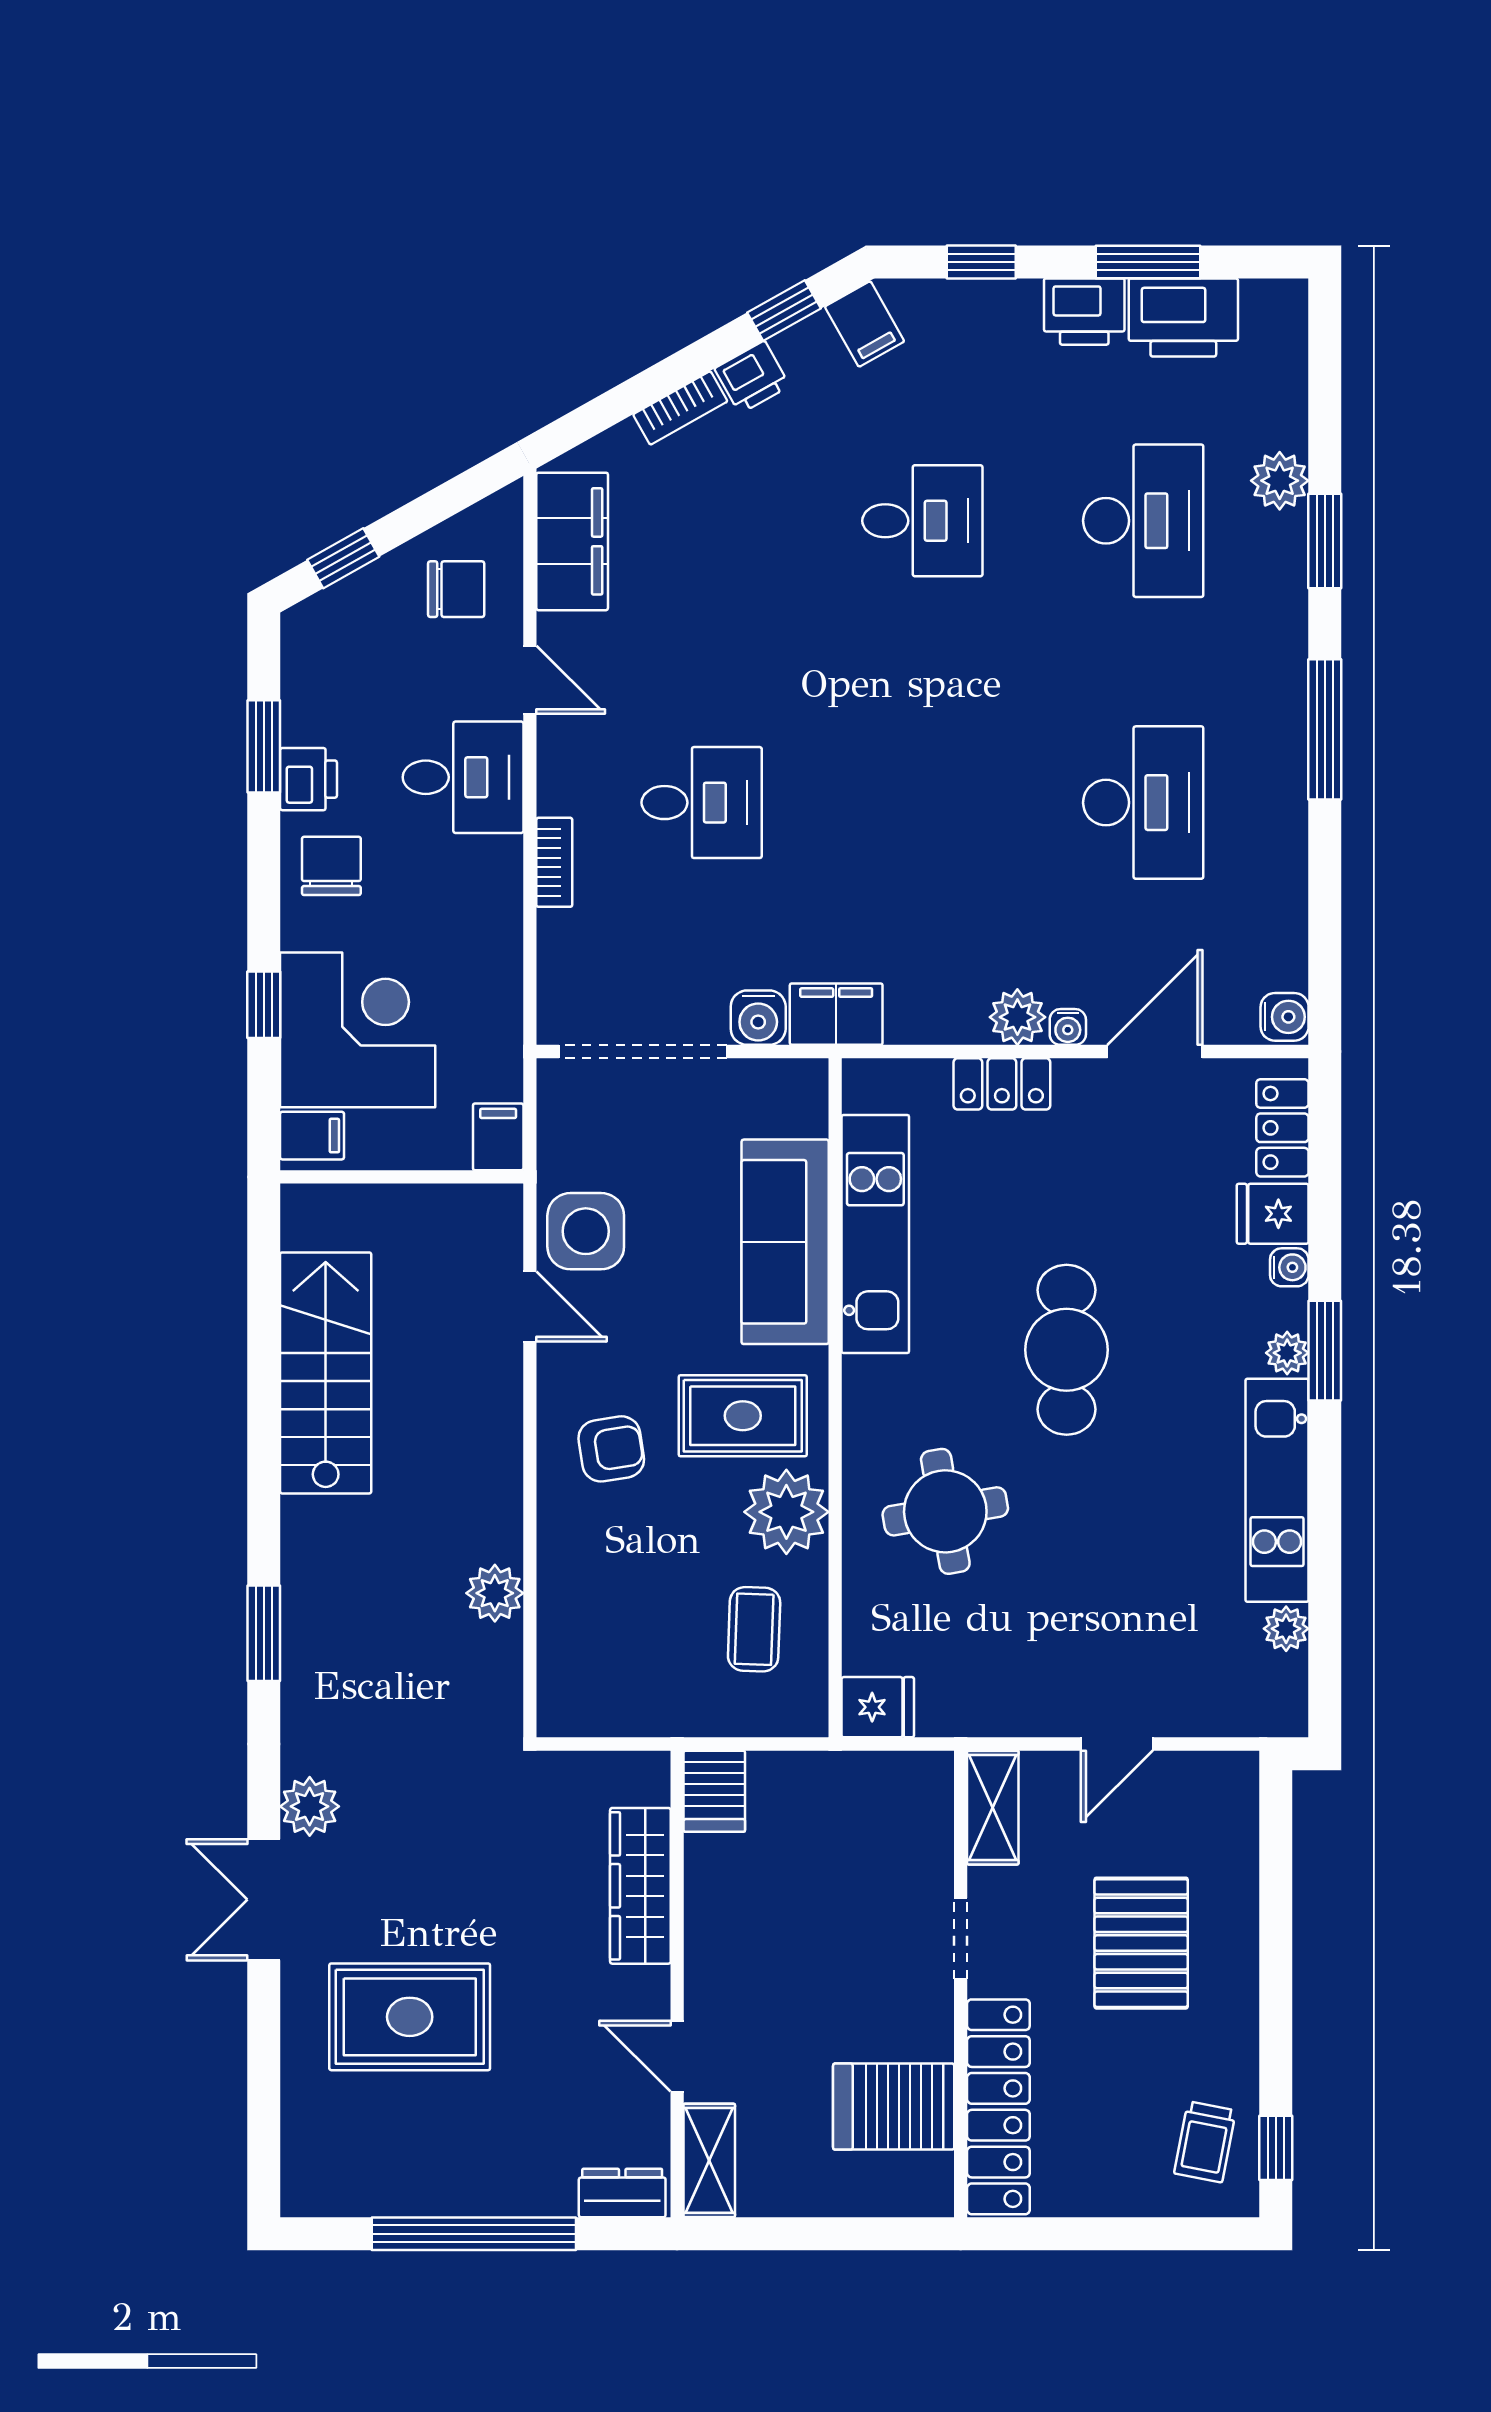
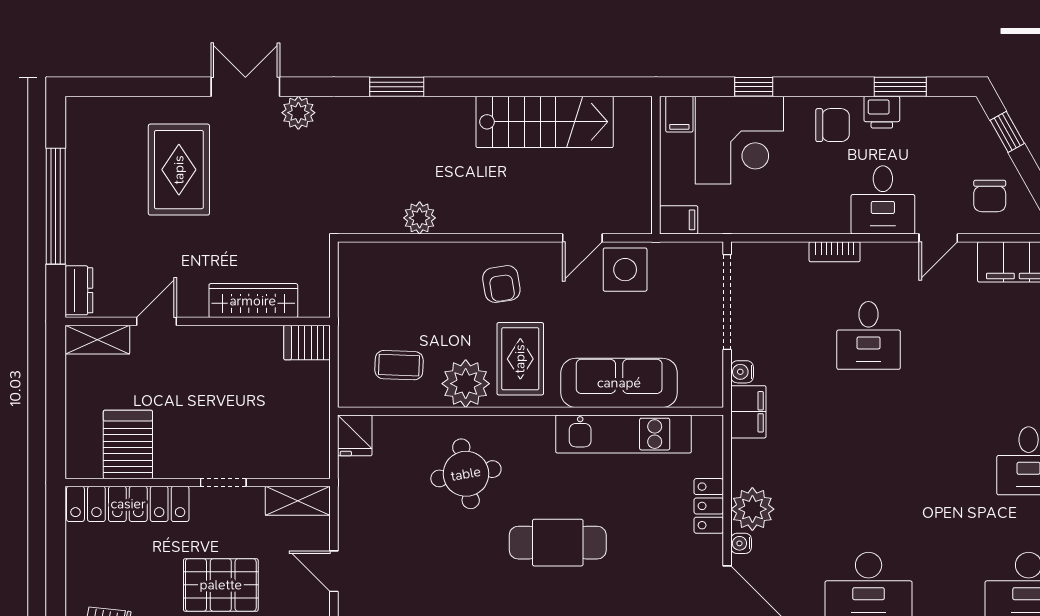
plant: (1017, 1017) -> (752, 509), width x1.36, depth x1.36
water cooler: (758, 1018) -> (742, 372), width x0.72, depth x0.72

